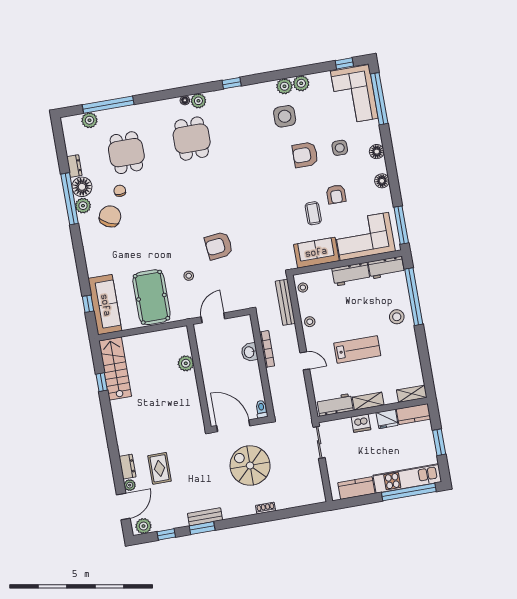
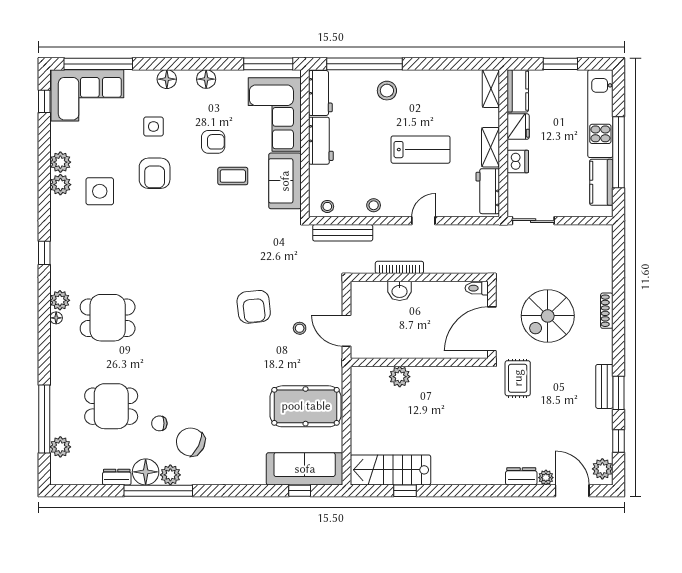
stool: (189, 276) -> (300, 328), moved
lab bench: (357, 349) -> (421, 150), turned 90
rug: (160, 468) -> (518, 378), moved, turned 90
window: (409, 492) -> (618, 152), moved
shoe rack: (266, 508) -> (607, 311), width x1.43

